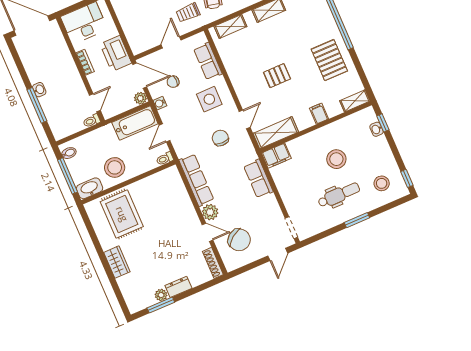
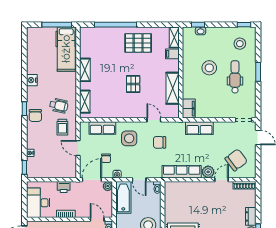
printer: (116, 54) -> (64, 187), width x0.53, depth x0.68
filing cabinet: (319, 114) -> (172, 54), moved
shelving: (276, 133) -> (173, 88), moved

